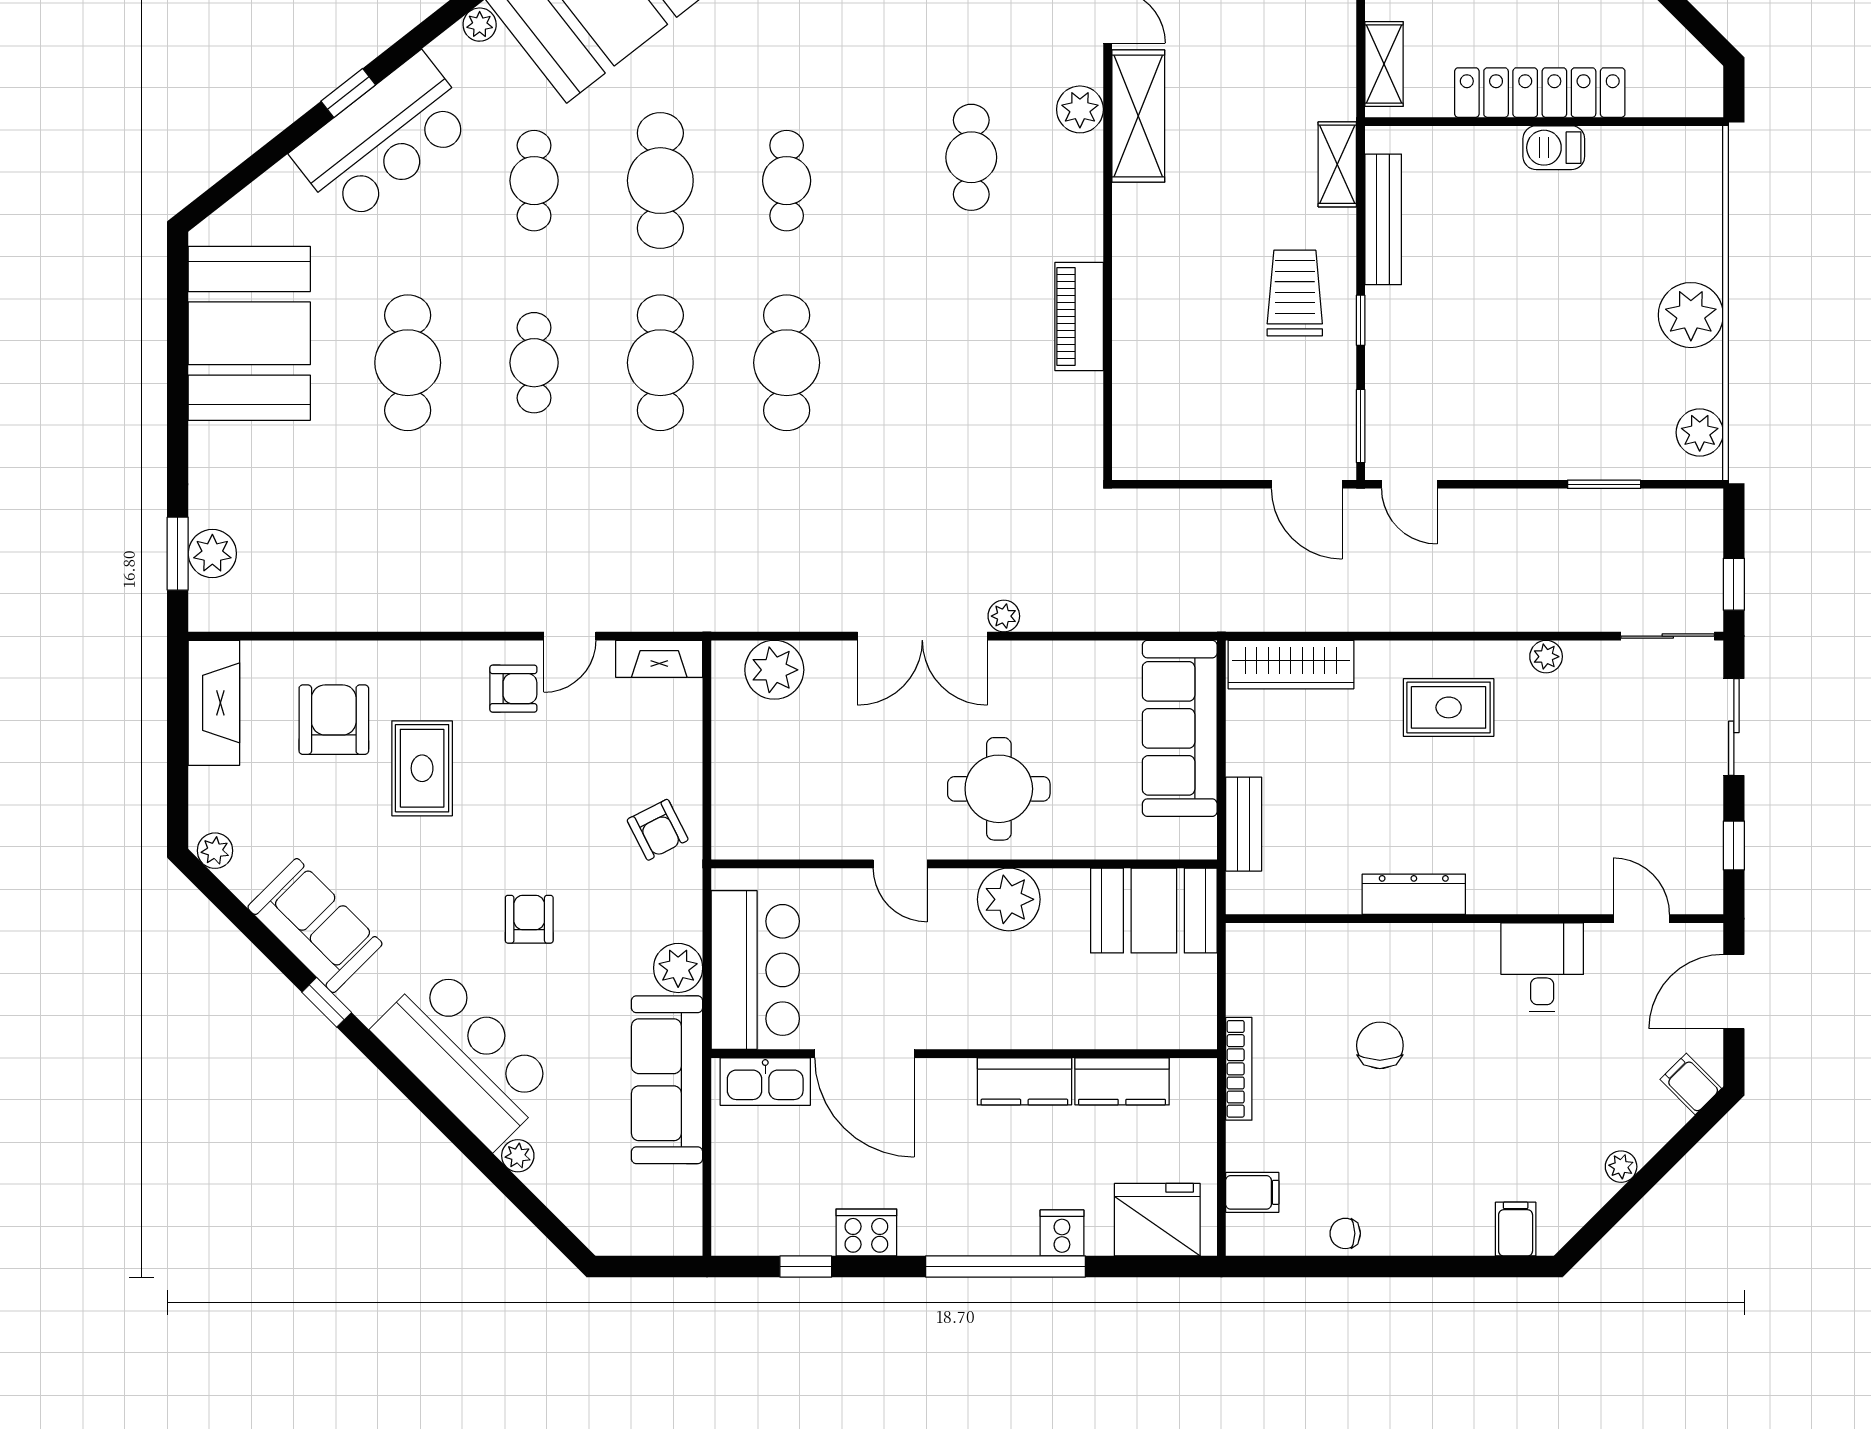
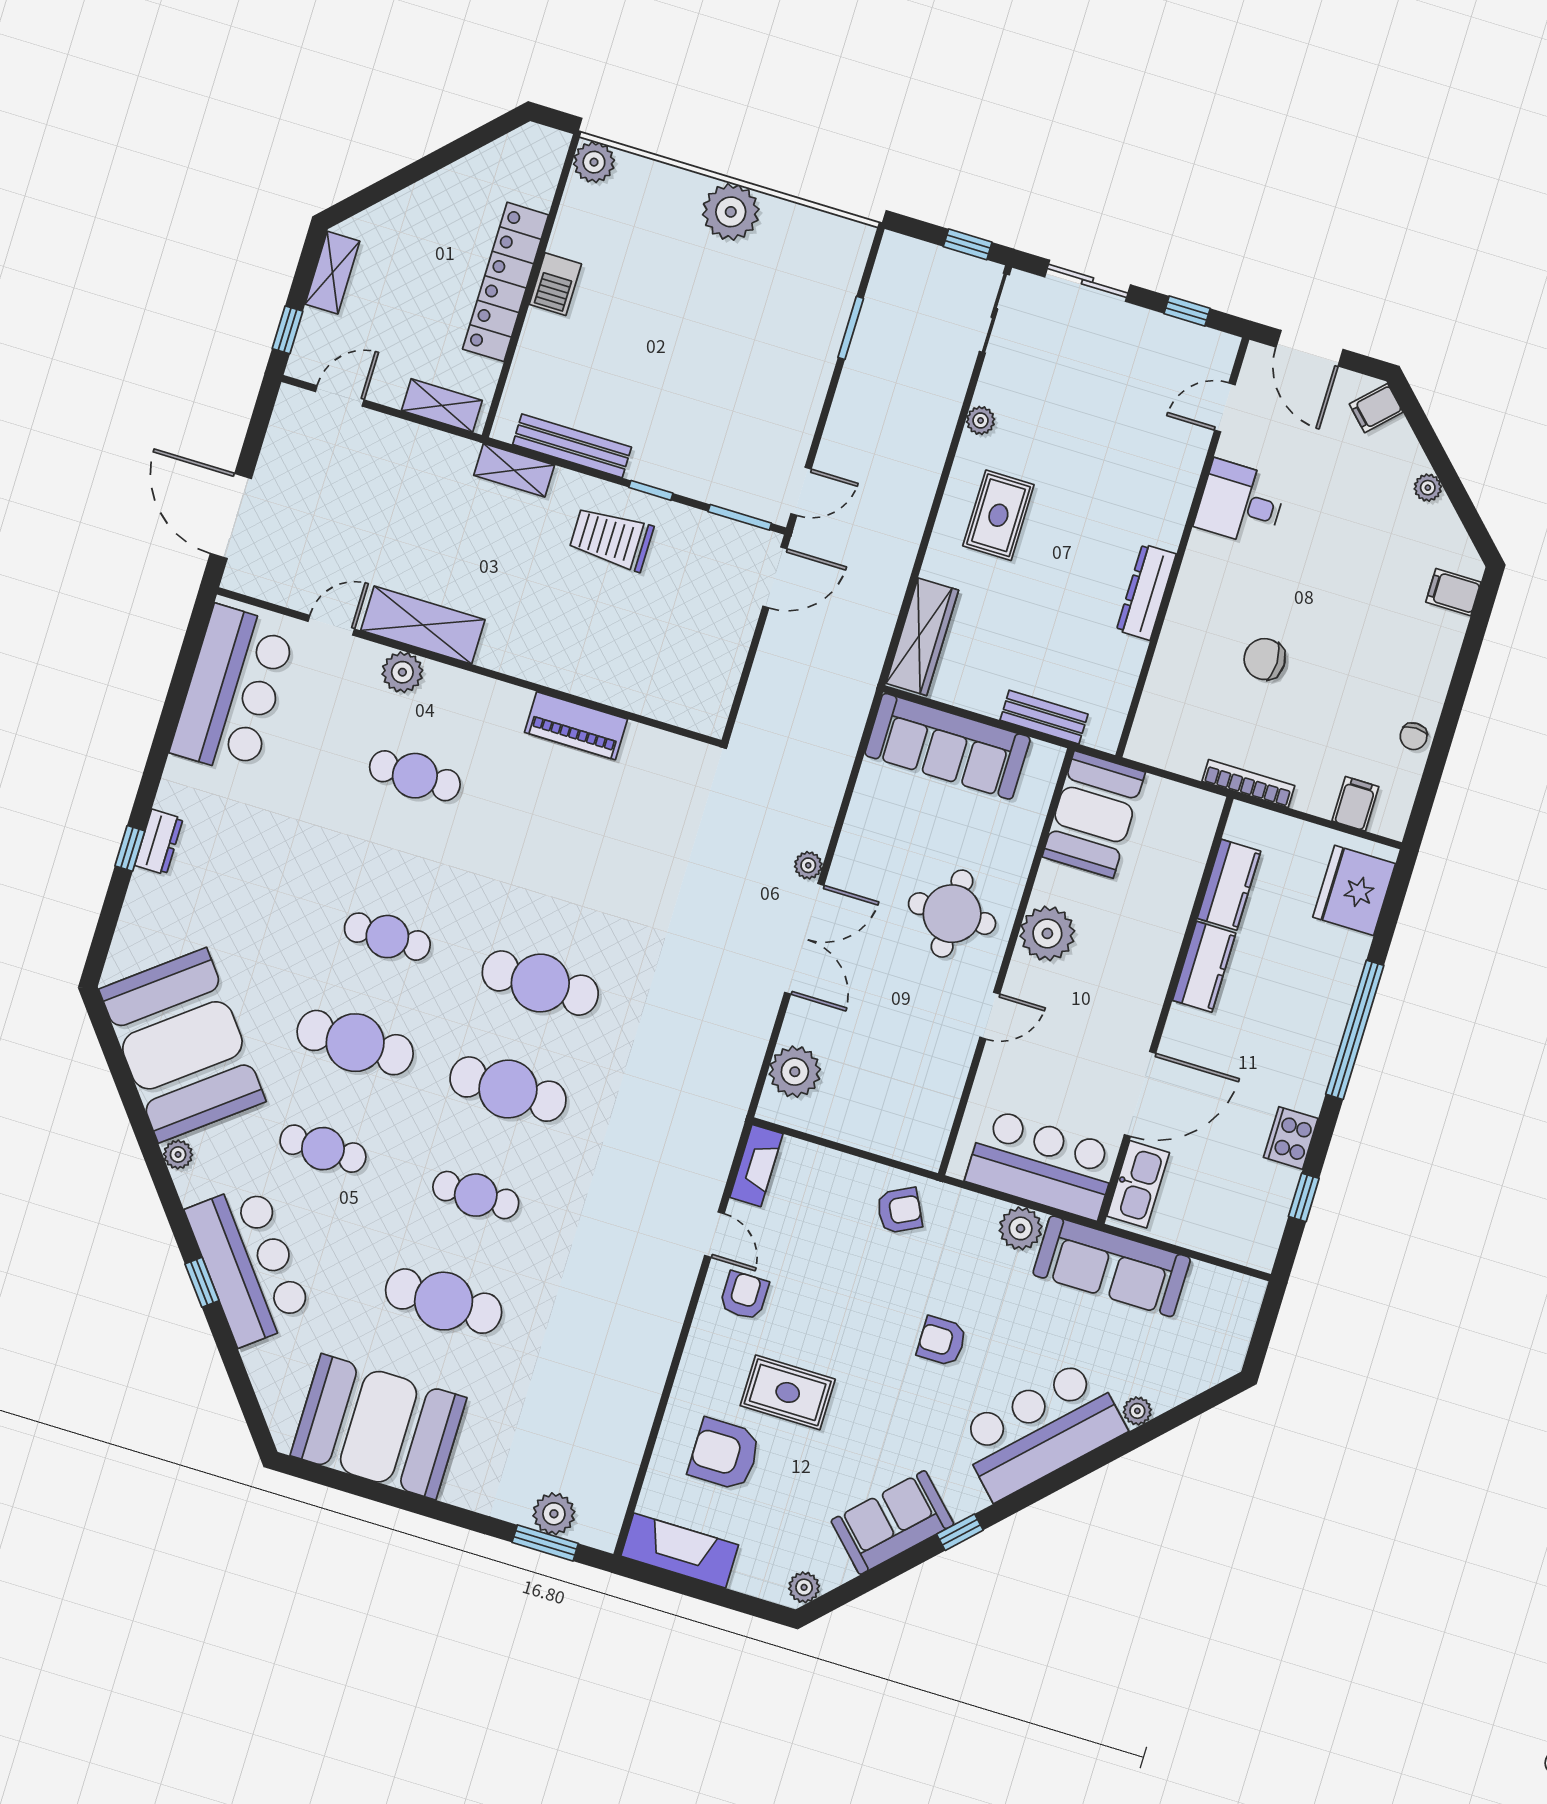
plant: (1700, 432) -> (594, 162), moved
cooker: (1062, 1233) -> (1341, 974), removed

